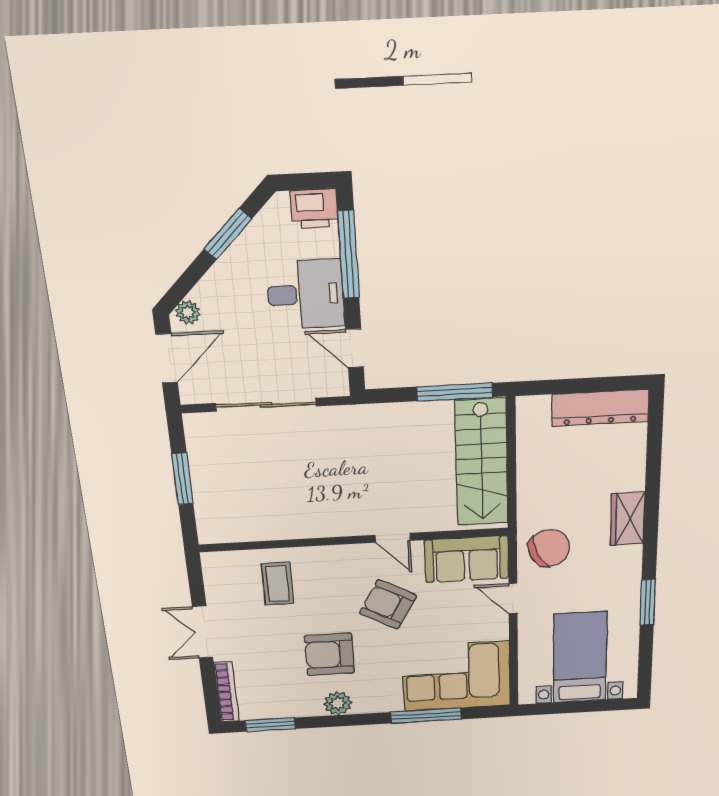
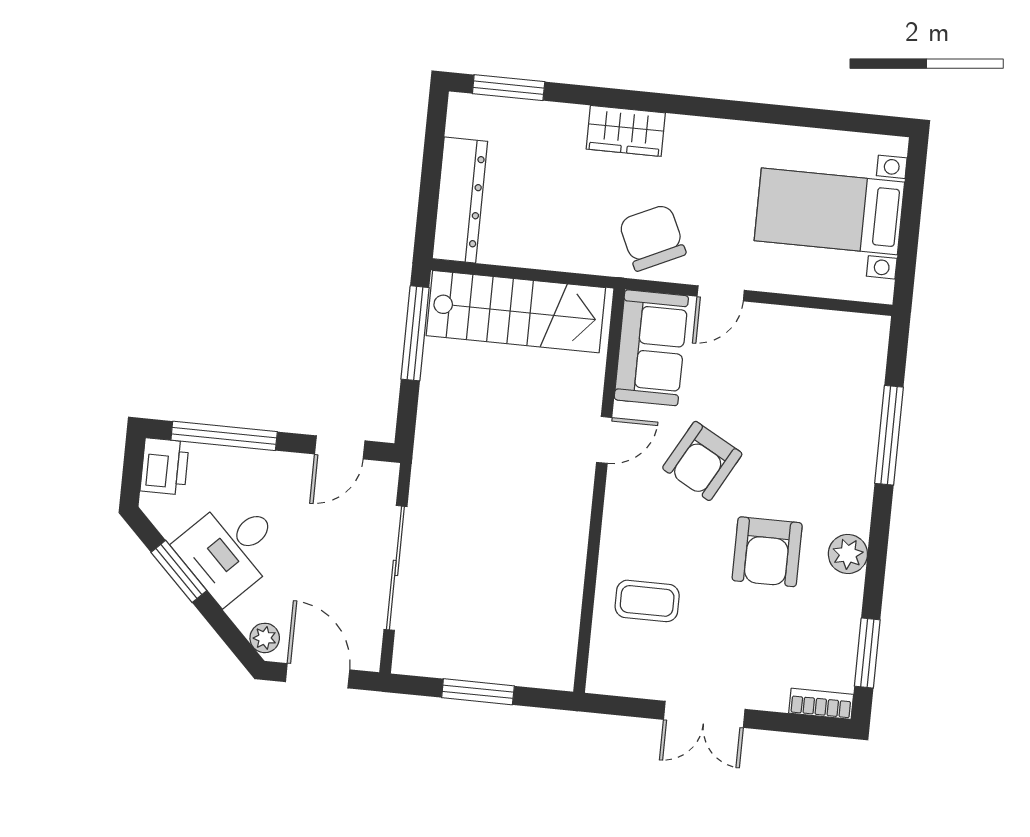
desk: (305, 294) -> (231, 549), moved, turned -135
dresser: (600, 408) -> (460, 200), moved
window: (648, 602) -> (509, 88), moved
corner sofa: (456, 676) -> (831, 385), removed
bookcase: (227, 692) -> (821, 704), width x0.64

